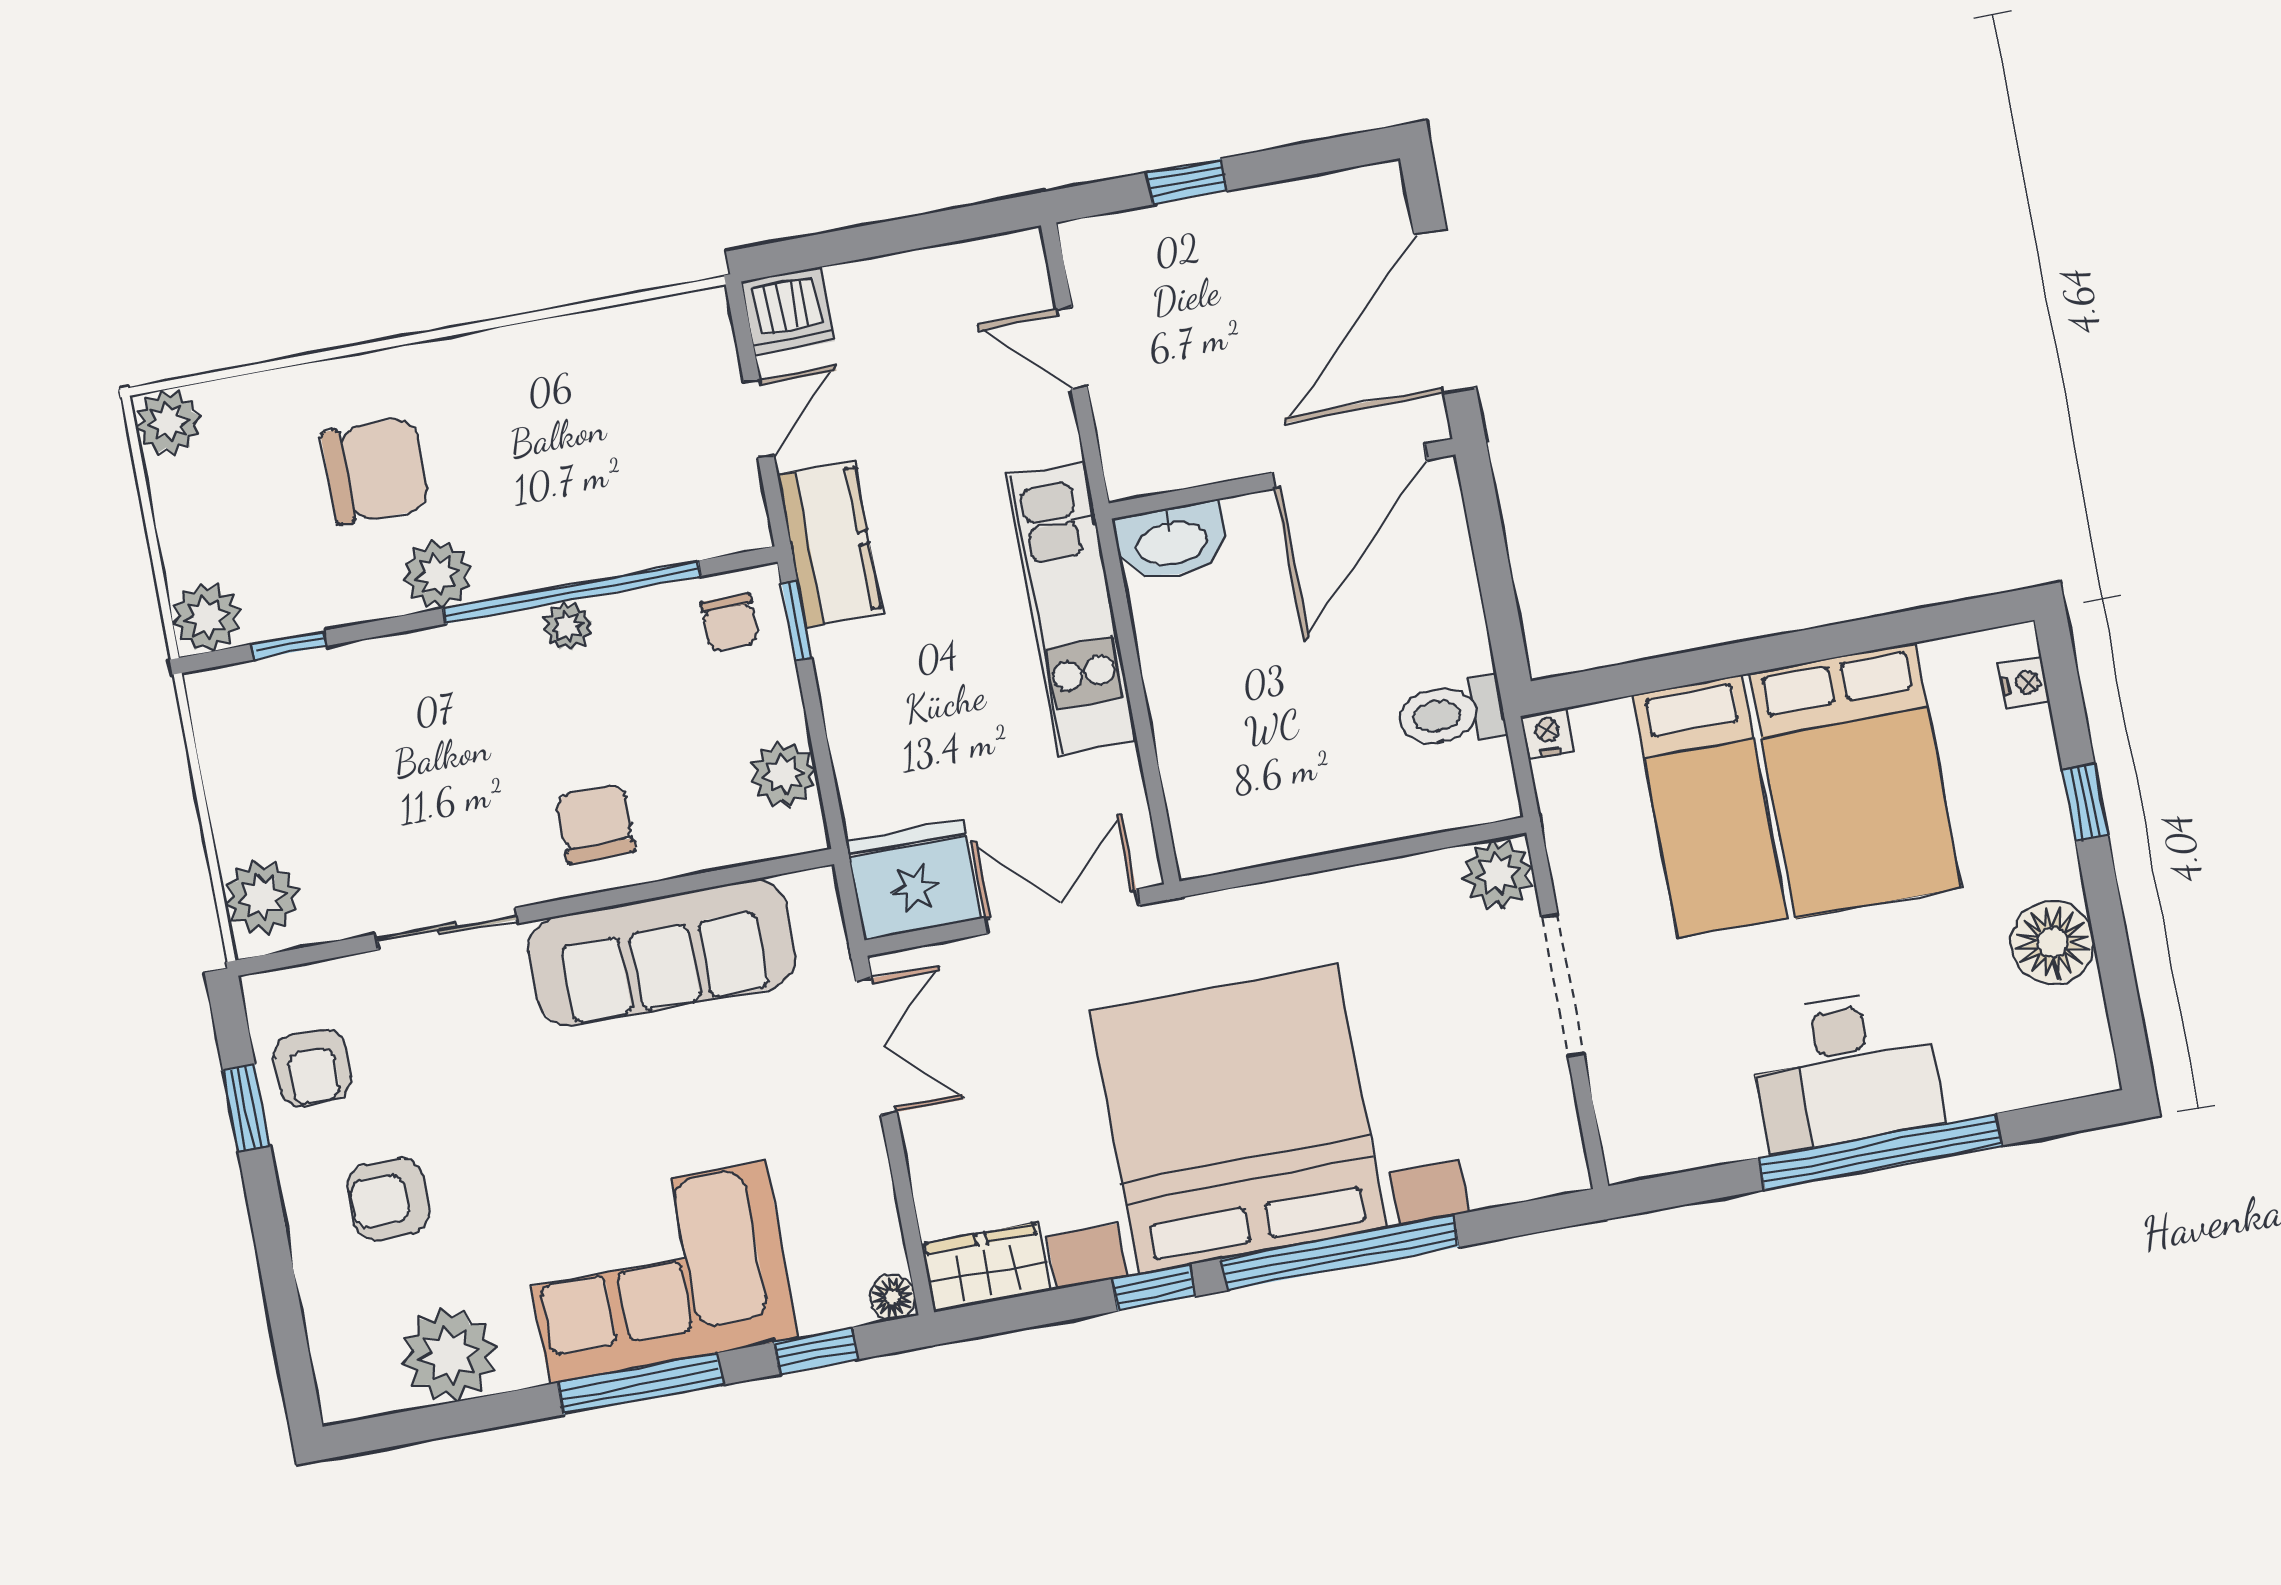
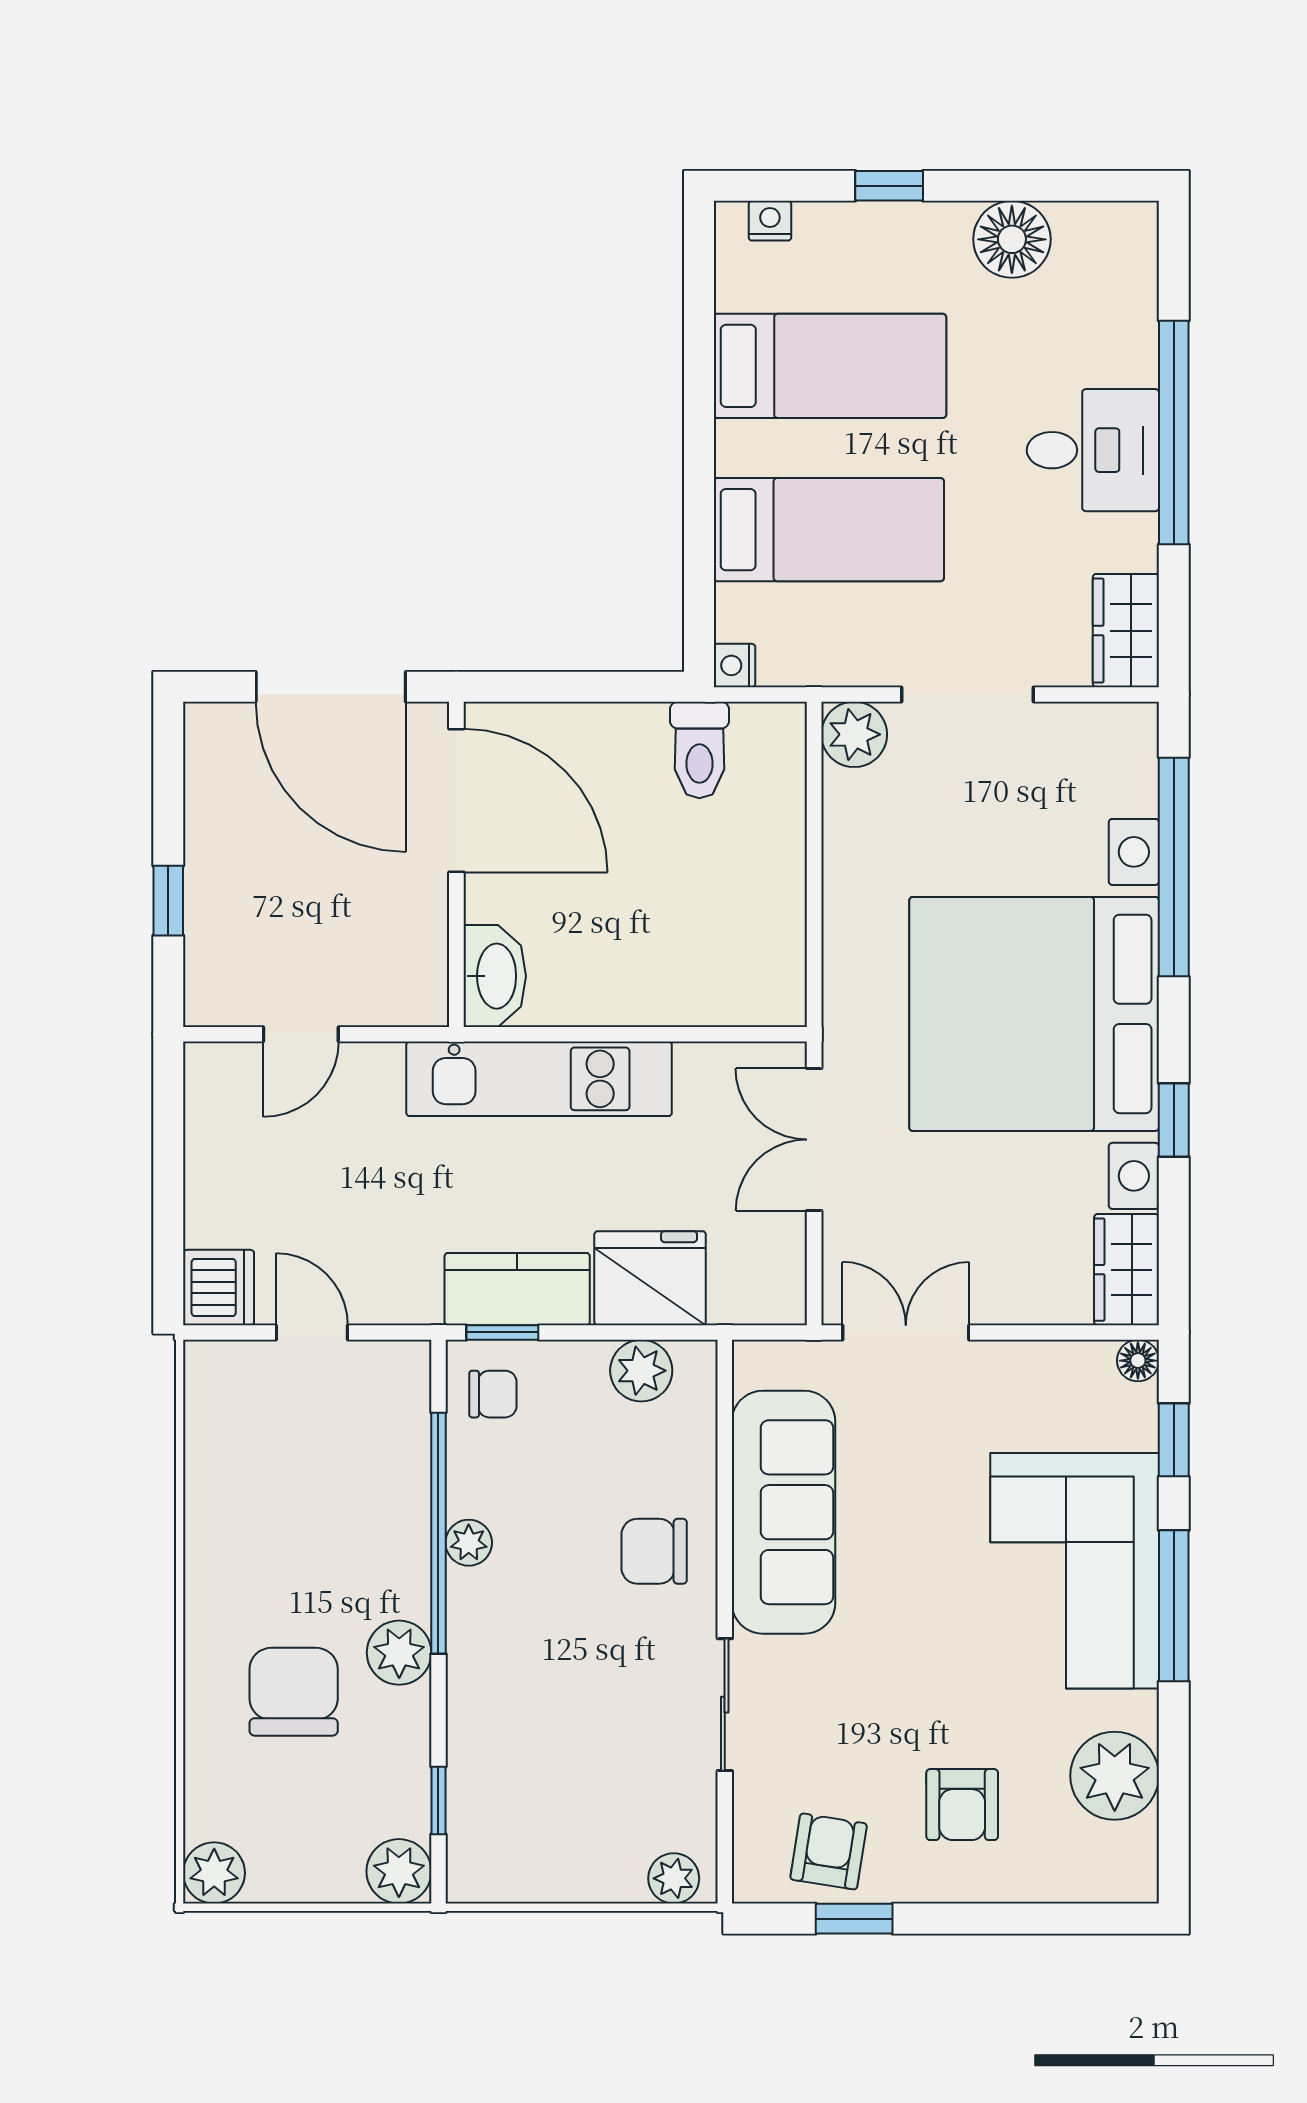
kitchen counter: (830, 544) -> (517, 1289), moved
bed: (1855, 780) -> (830, 366), width x0.67
fridge: (914, 880) -> (650, 1278), moved, turned 90
plant: (262, 897) -> (674, 1878), width x0.73, depth x0.73
armchair: (312, 1068) -> (829, 1851), turned -81
desk: (1846, 1070) -> (1093, 450), width x0.73
wardrobe: (1662, 1140) -> (1126, 631), added
window: (1340, 1253) -> (1174, 867), moved

